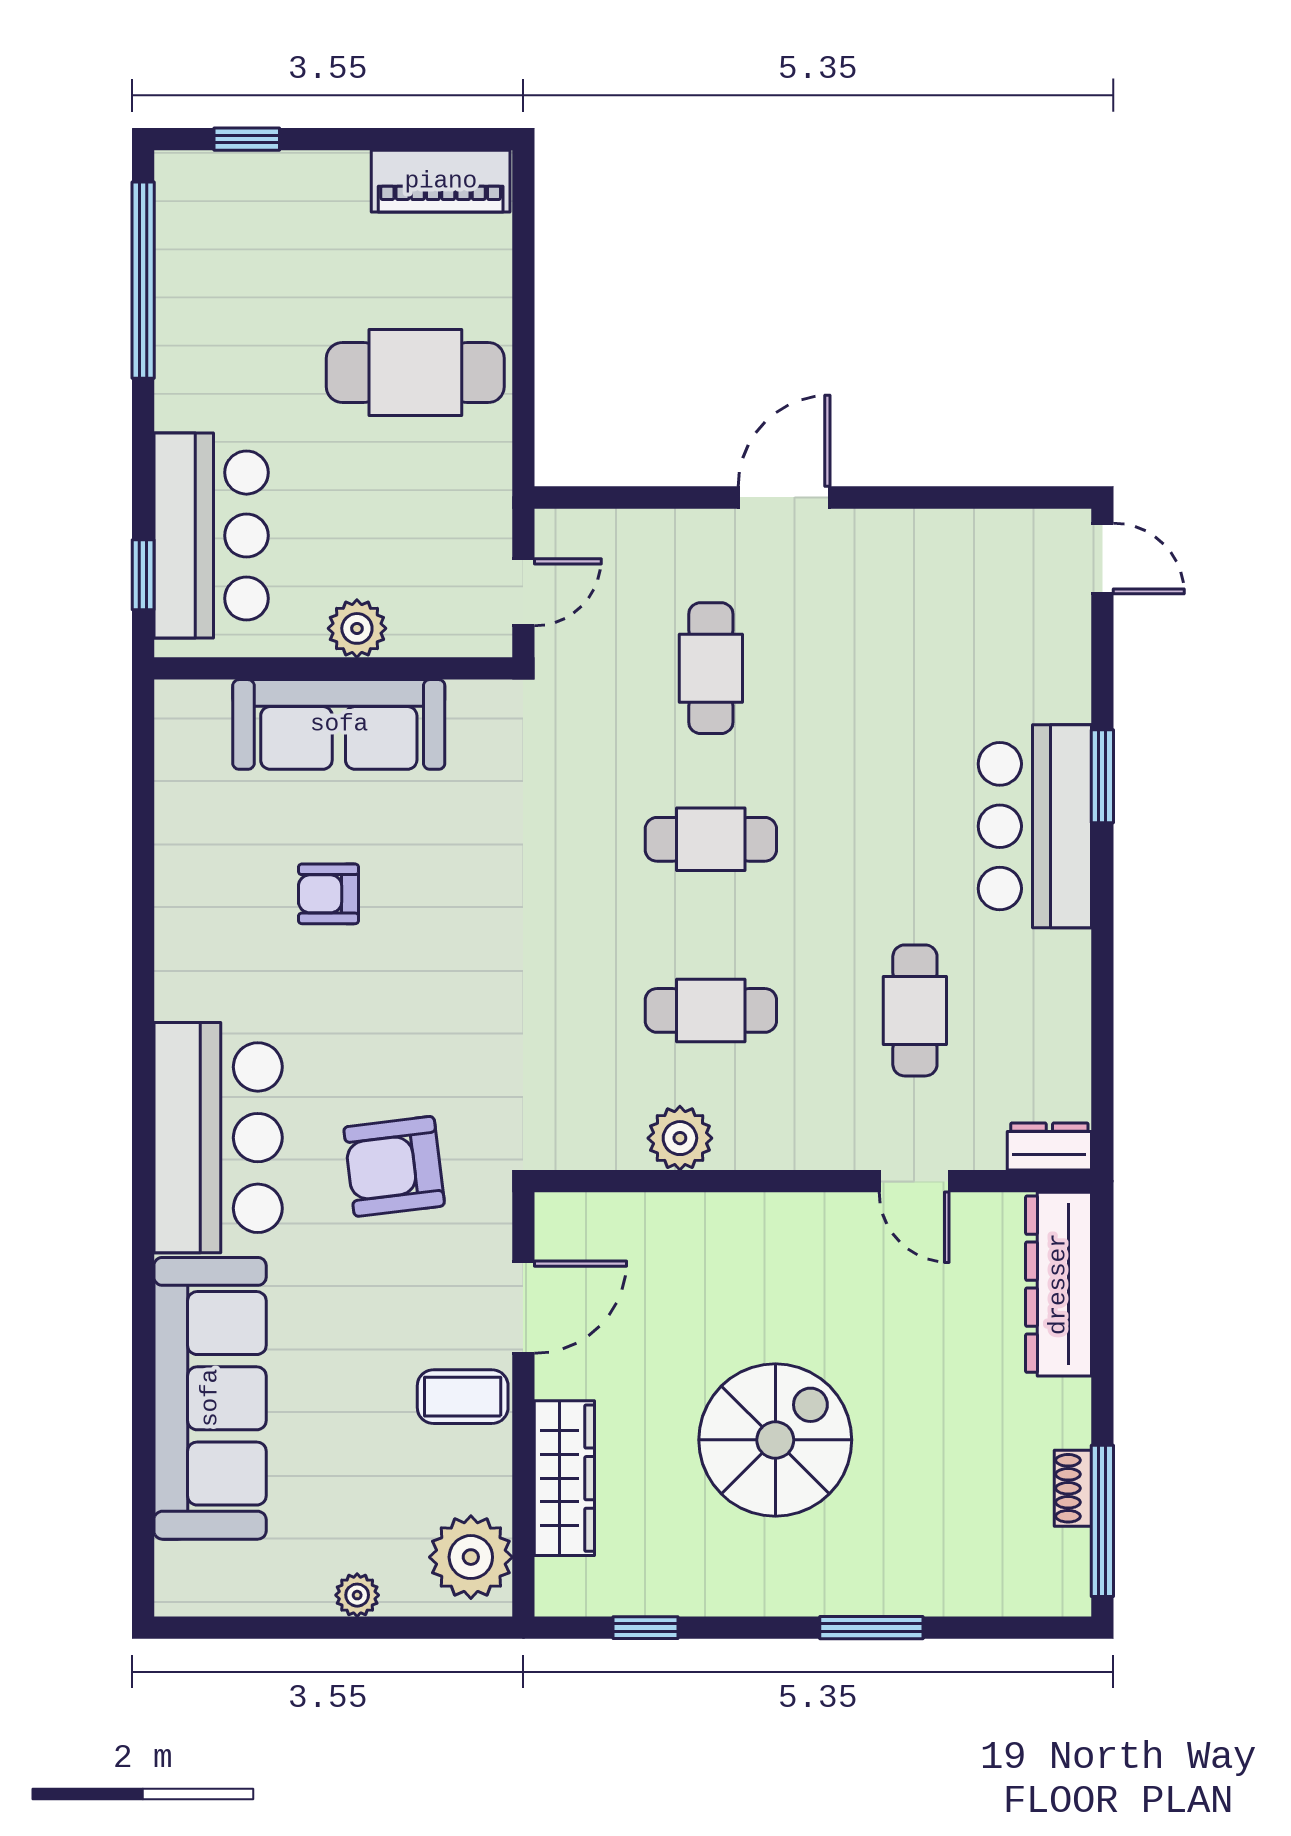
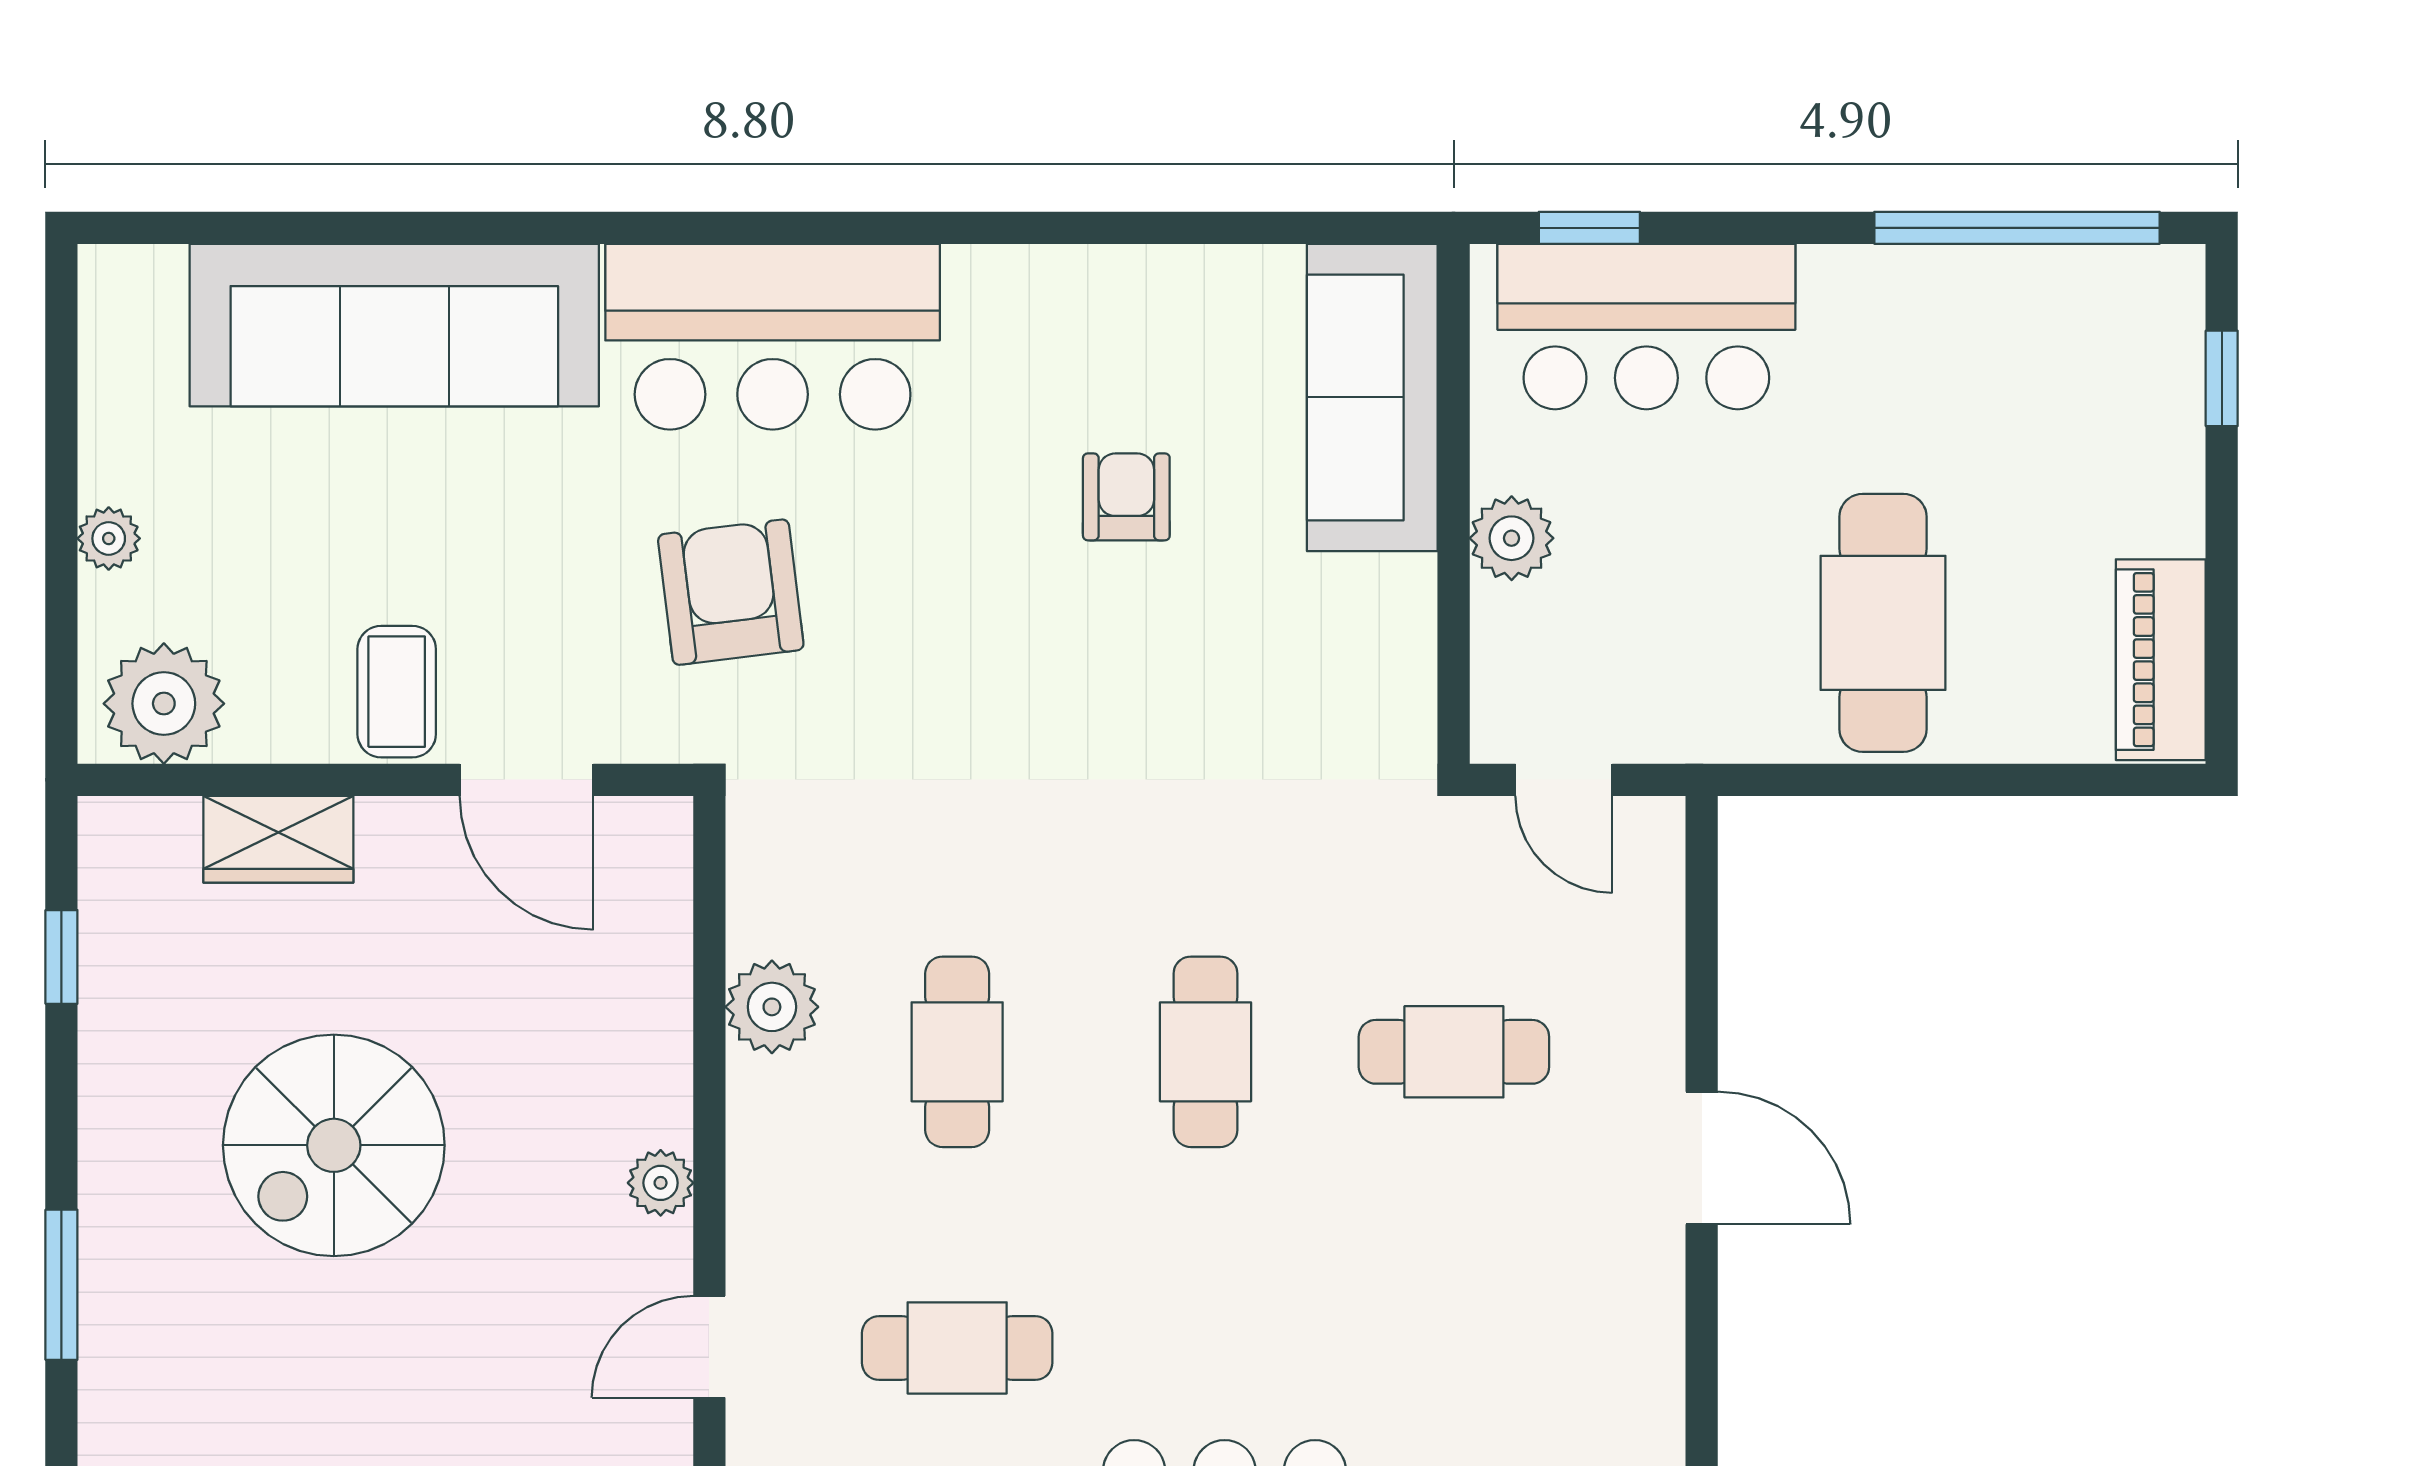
sofa: (339, 724) -> (1372, 397), moved
plant: (801, 1215) -> (661, 1183), added
spiral stairs: (775, 1440) -> (334, 1145), turned 90
wardrobe: (564, 1478) -> (278, 839), width x0.67

